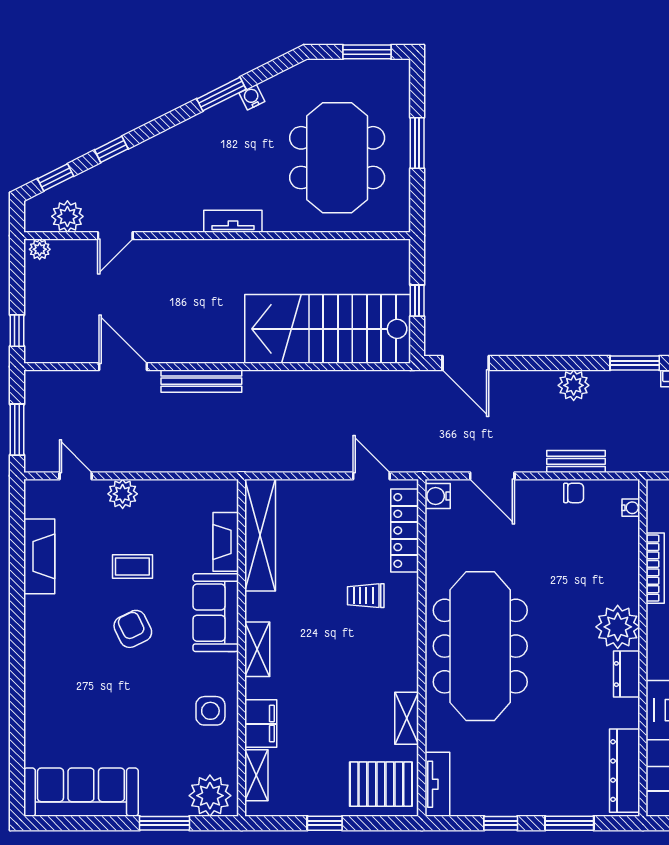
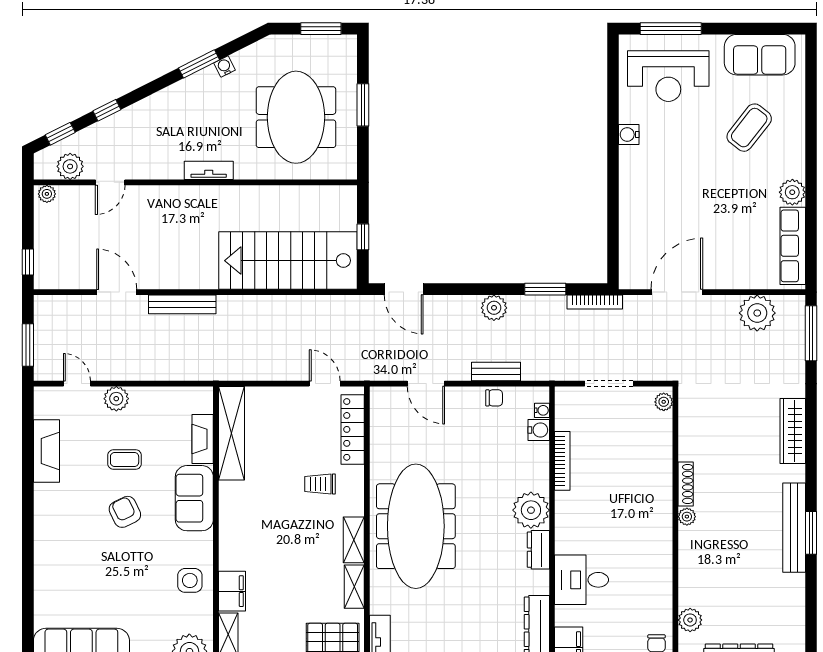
water cooler: (438, 496) -> (539, 430), moved, turned 180
shelving: (257, 649) -> (354, 540), moved

